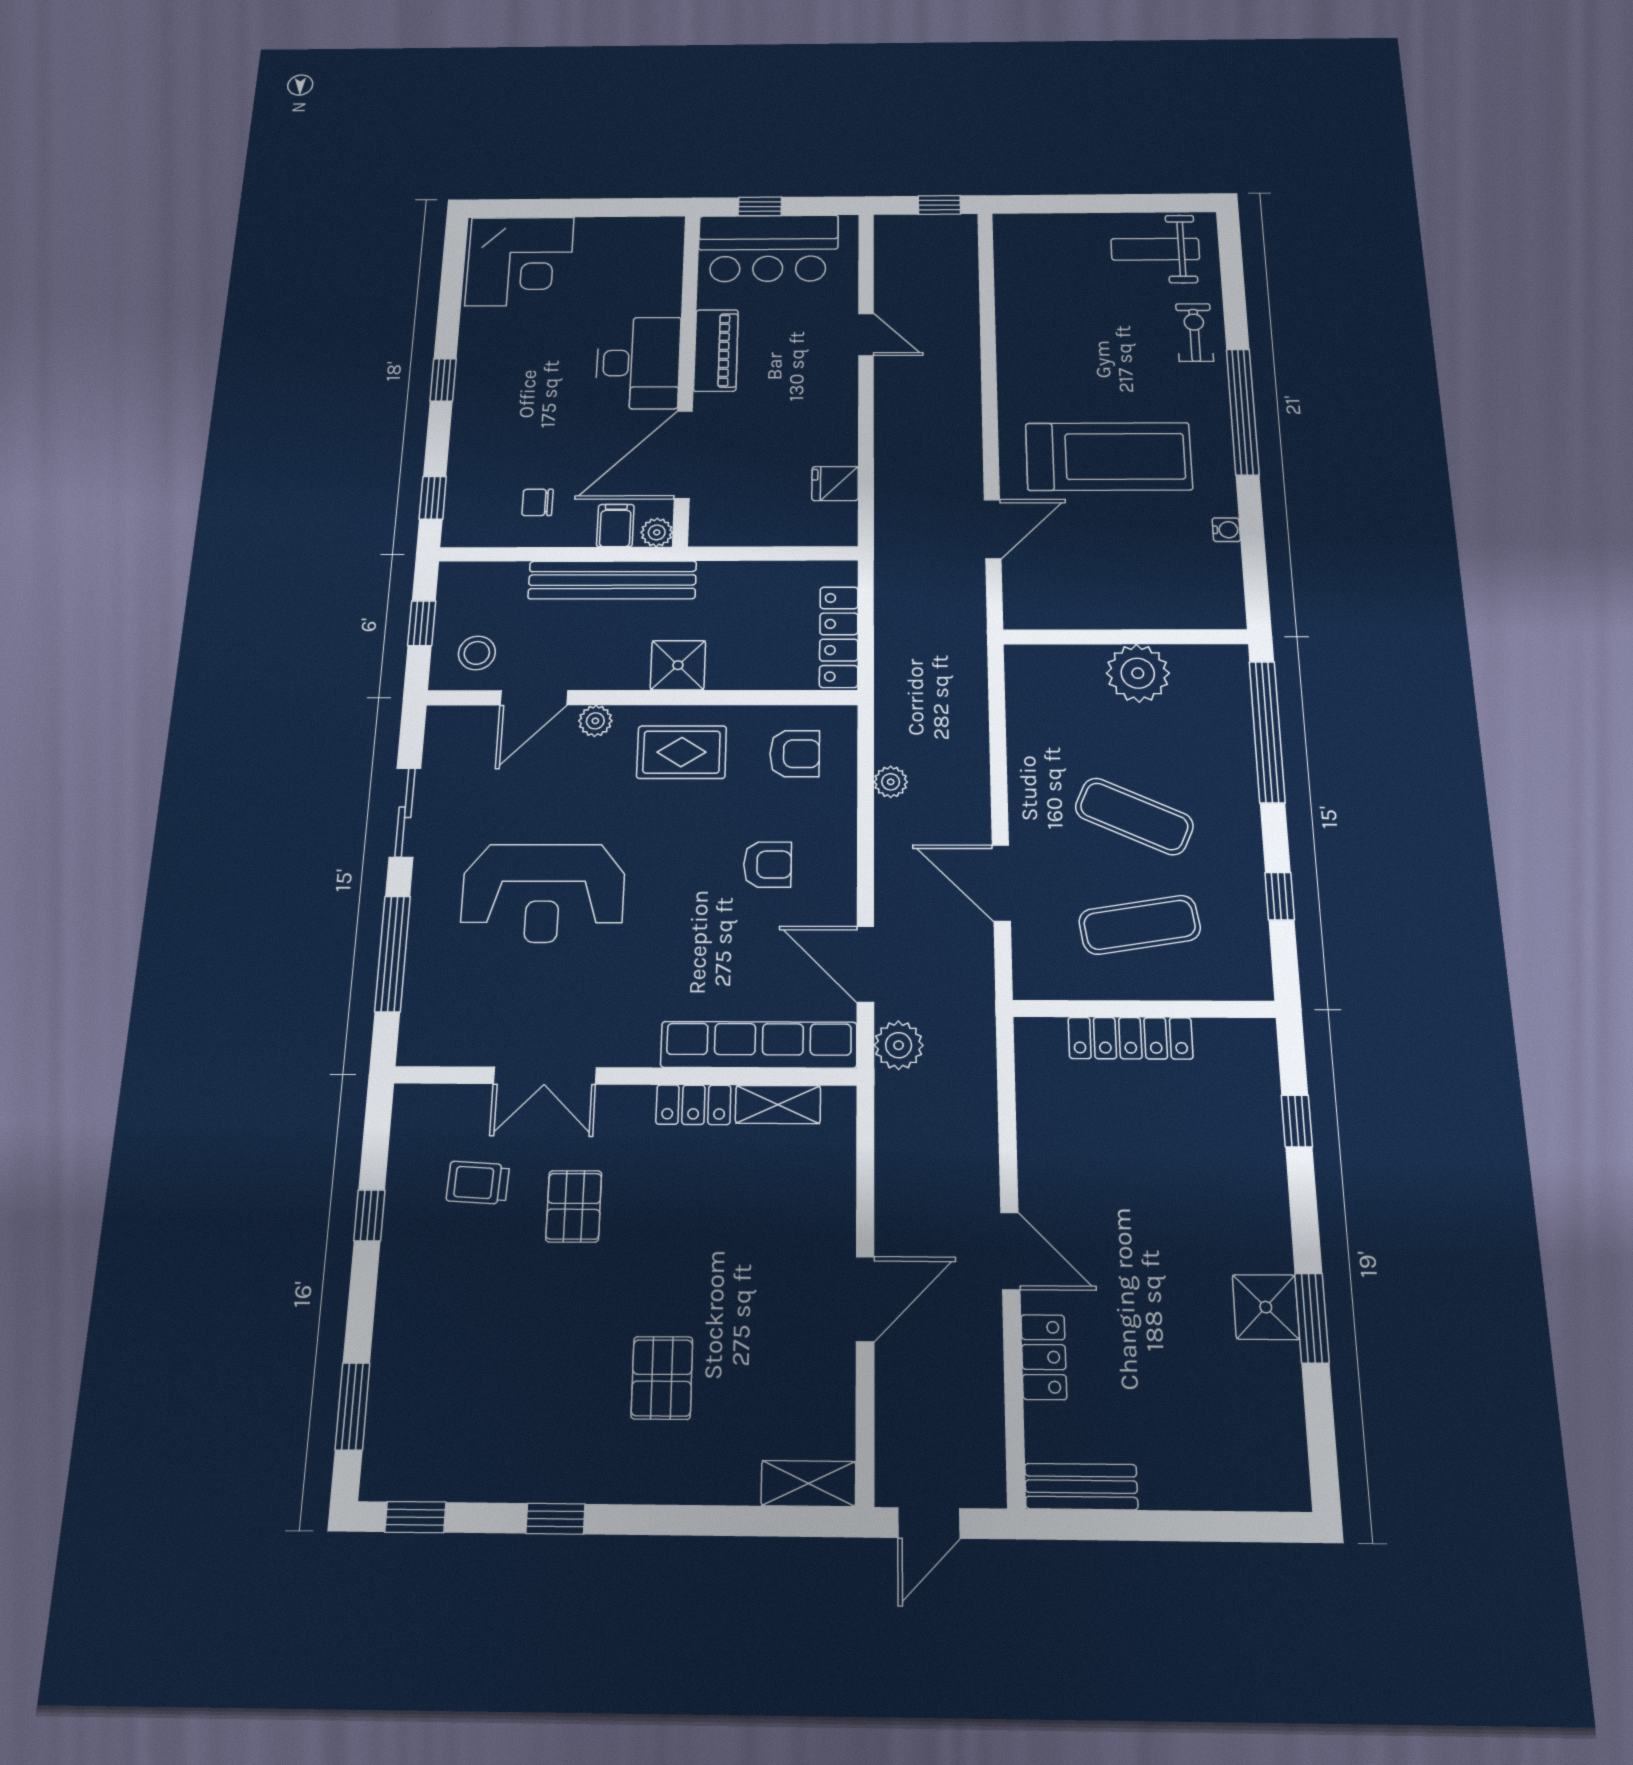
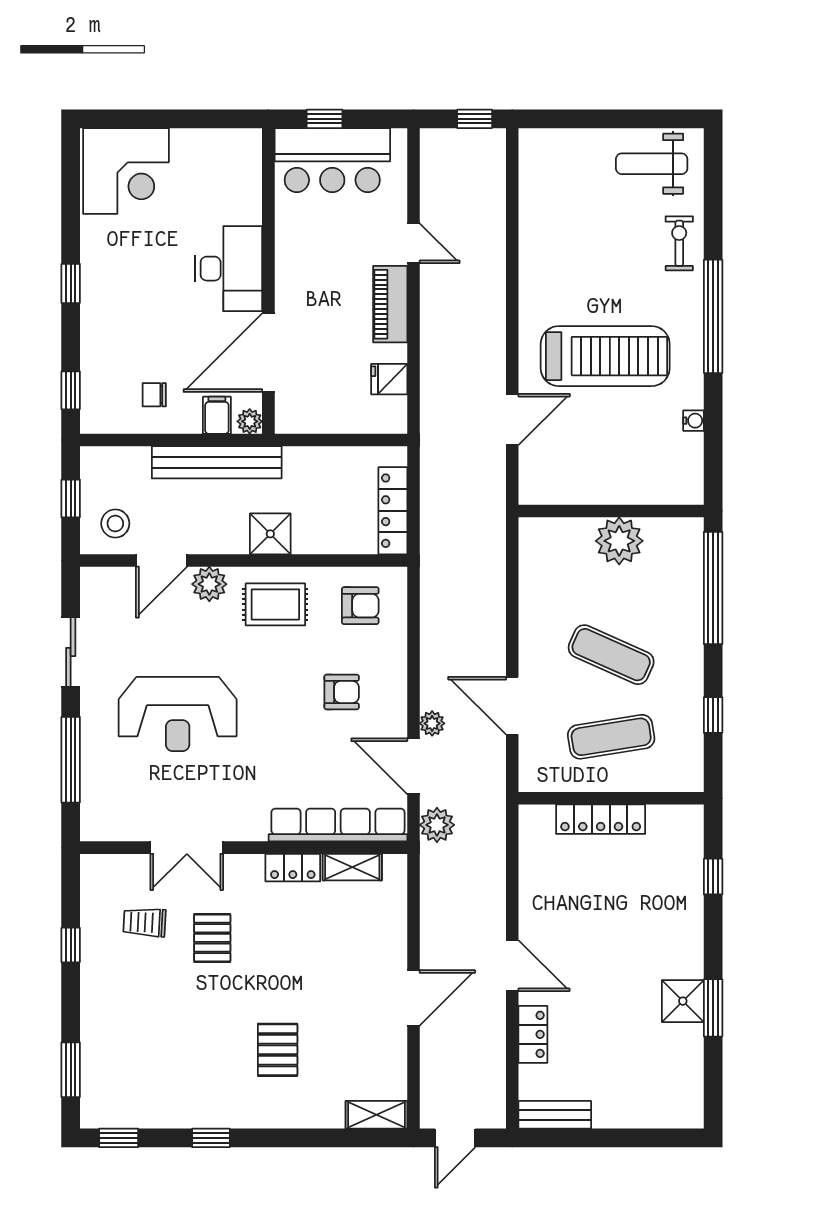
piano: (716, 350) -> (390, 304), moved, turned 180
plant: (595, 721) -> (209, 584), width x1.38, depth x1.38
plant: (891, 782) -> (432, 723), moved

